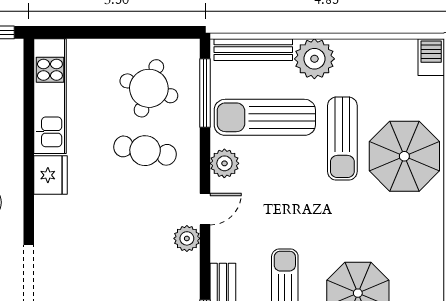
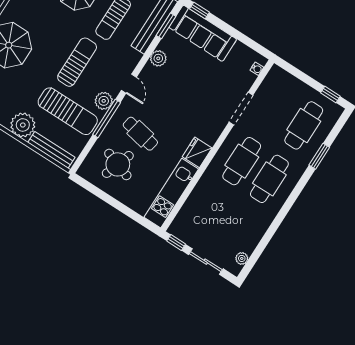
window: (205, 93) -> (107, 118), moved
sun lounger: (342, 139) -> (77, 62), moved
door: (205, 209) -> (129, 84), swing flipped
plant: (187, 238) -> (158, 58), moved

